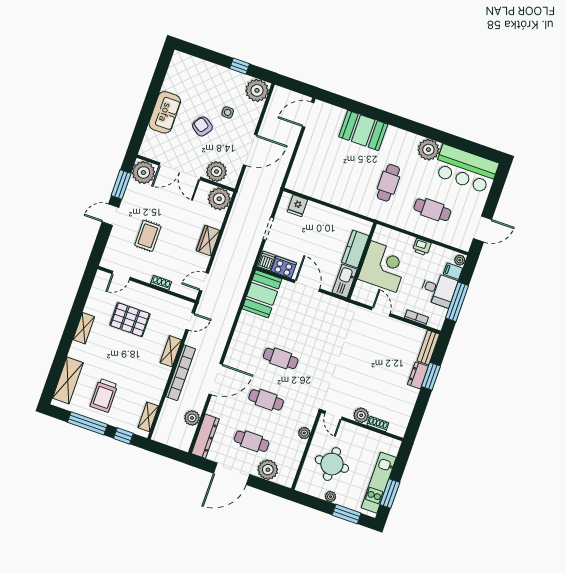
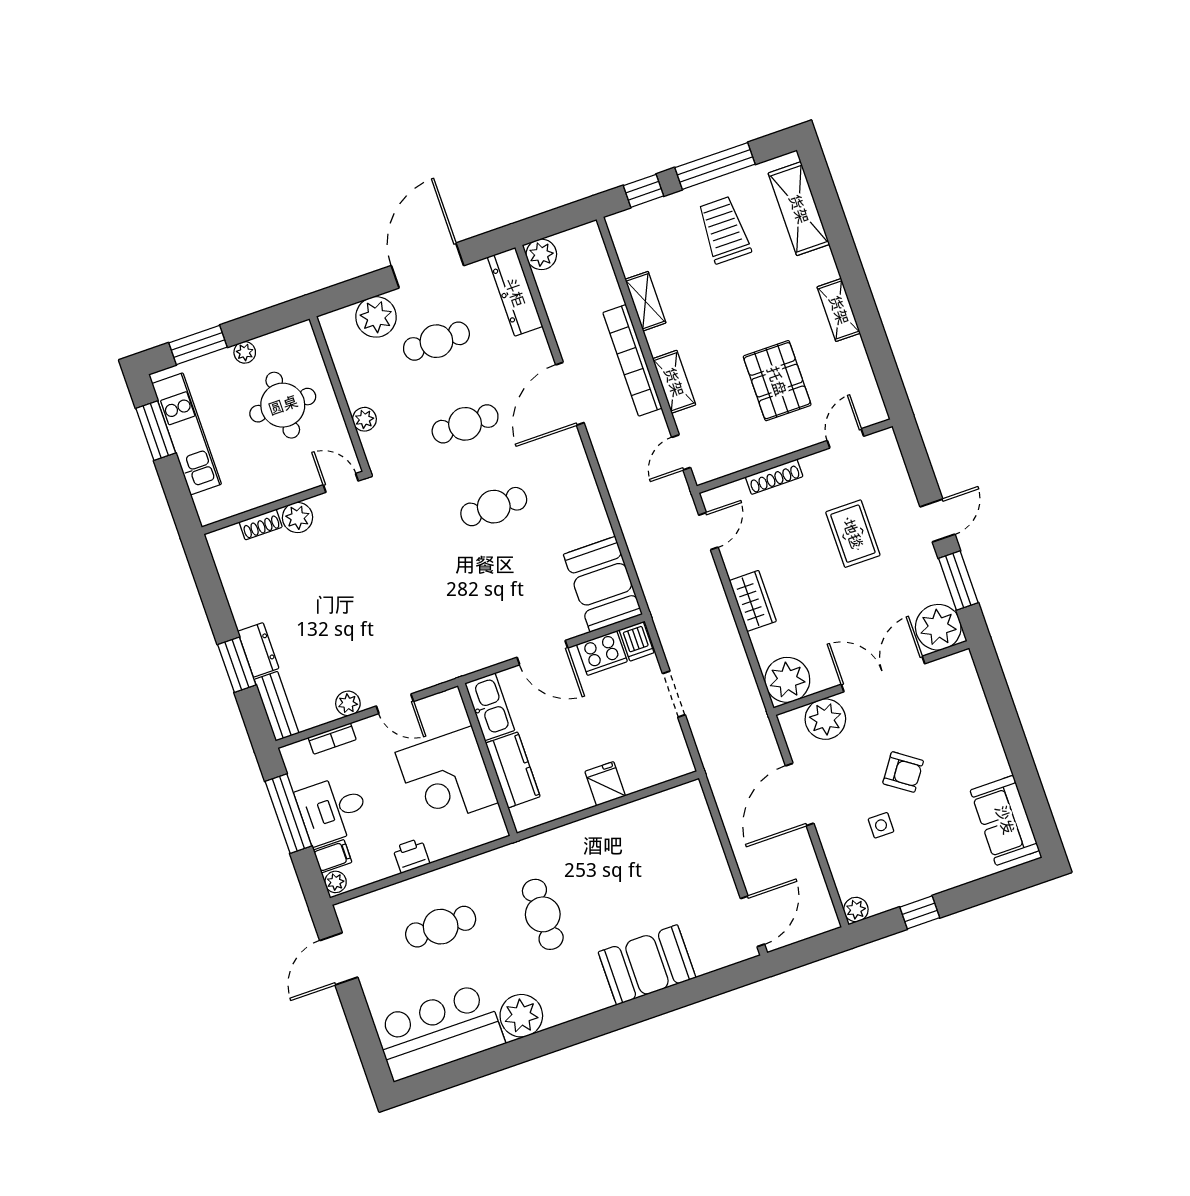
plant: (257, 90) -> (856, 909), width x0.53, depth x0.53
sofa: (165, 112) -> (1005, 820), moved
fridge: (297, 206) -> (605, 784), moved
shoe rack: (161, 283) -> (774, 477), width x1.43
pallet: (130, 320) -> (777, 381), turned 90
plant: (399, 326) -> (348, 703), added
shelving: (148, 417) -> (645, 301), moved
plant: (192, 418) -> (541, 254), moved

